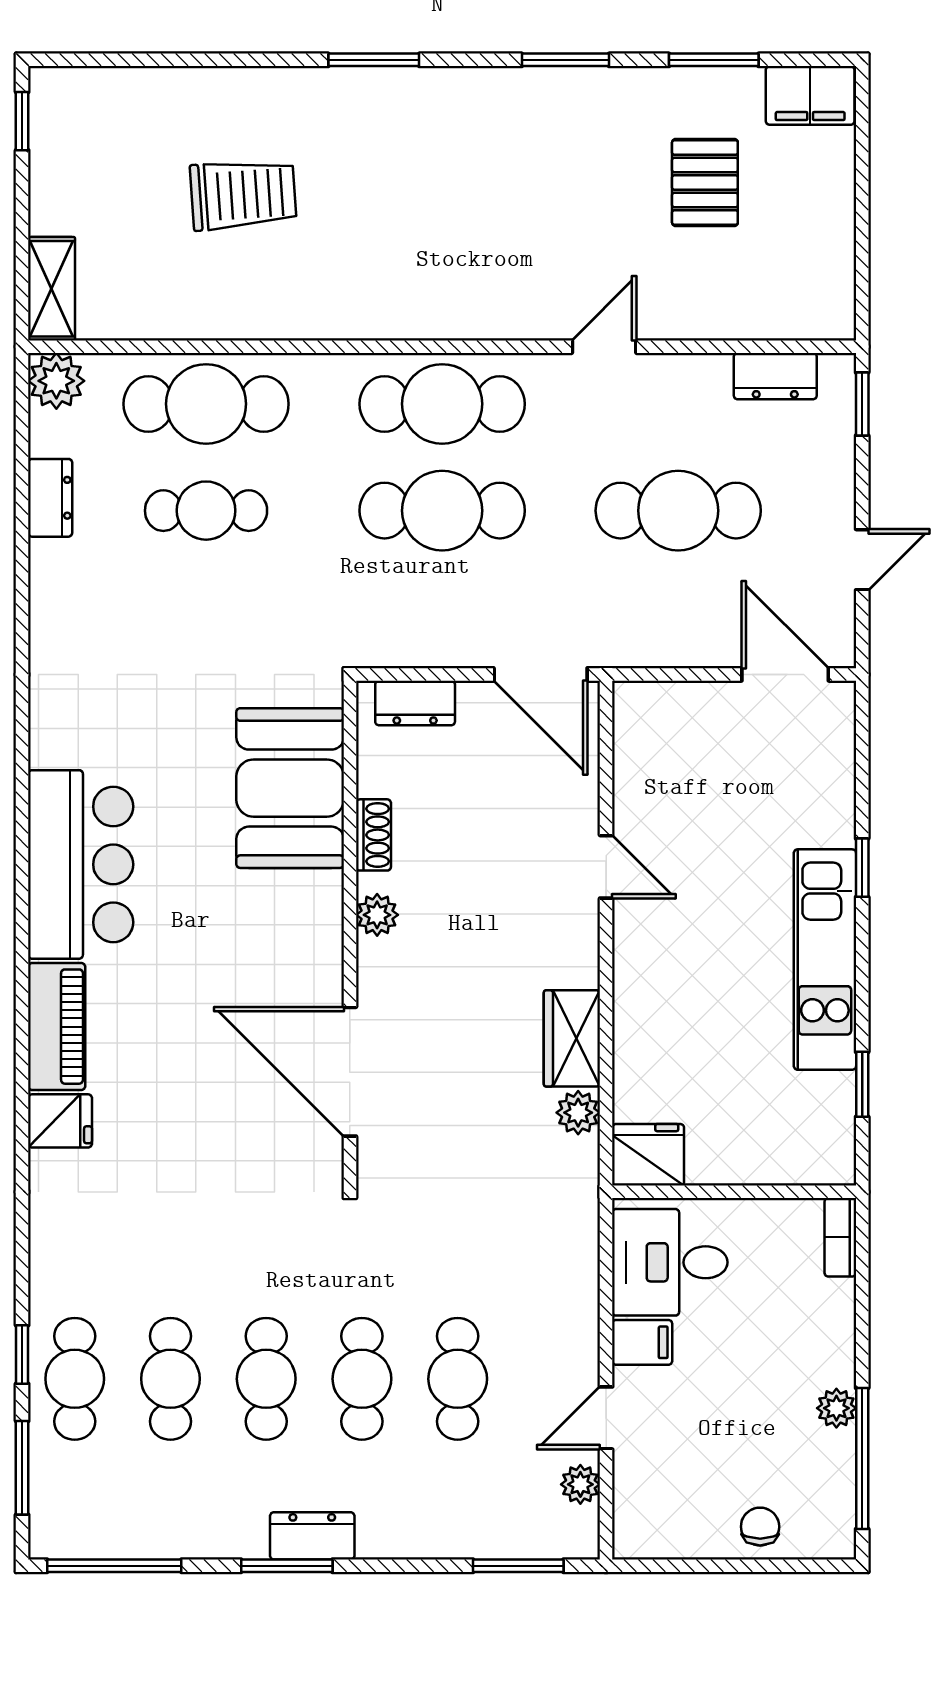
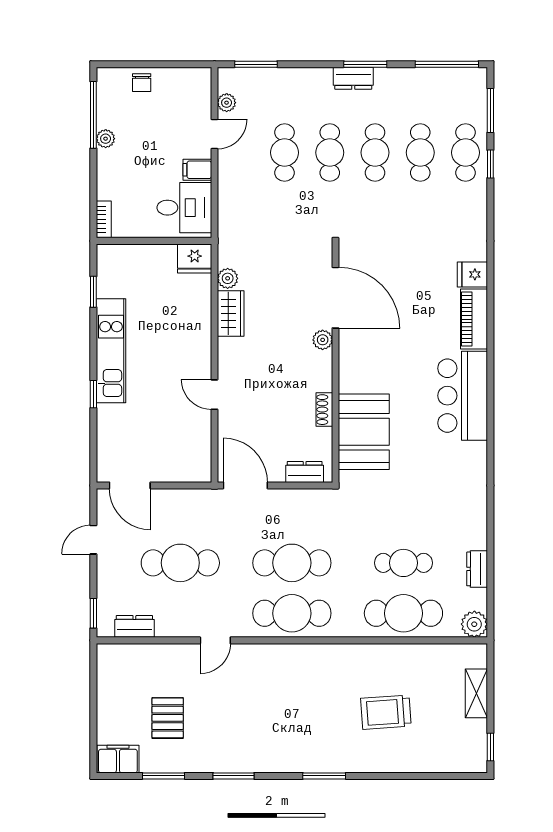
shelving: (52, 289) -> (476, 693), moved
plant: (377, 915) -> (323, 340), moved

